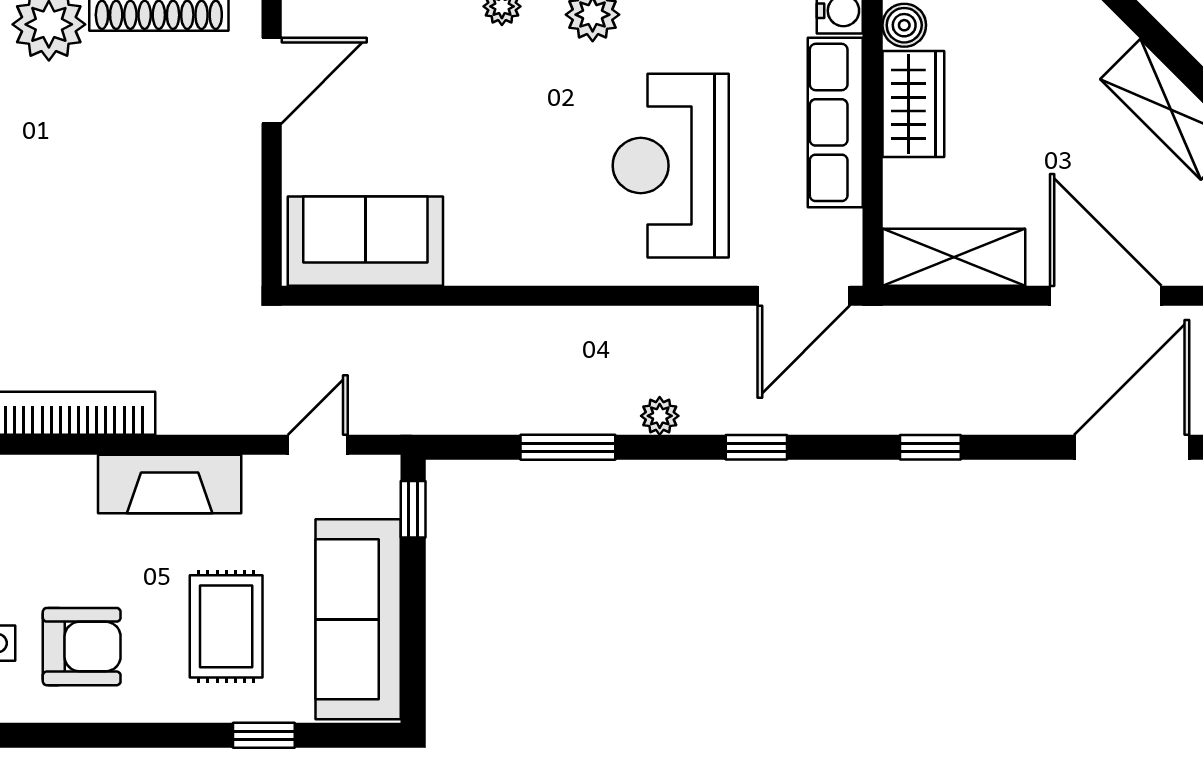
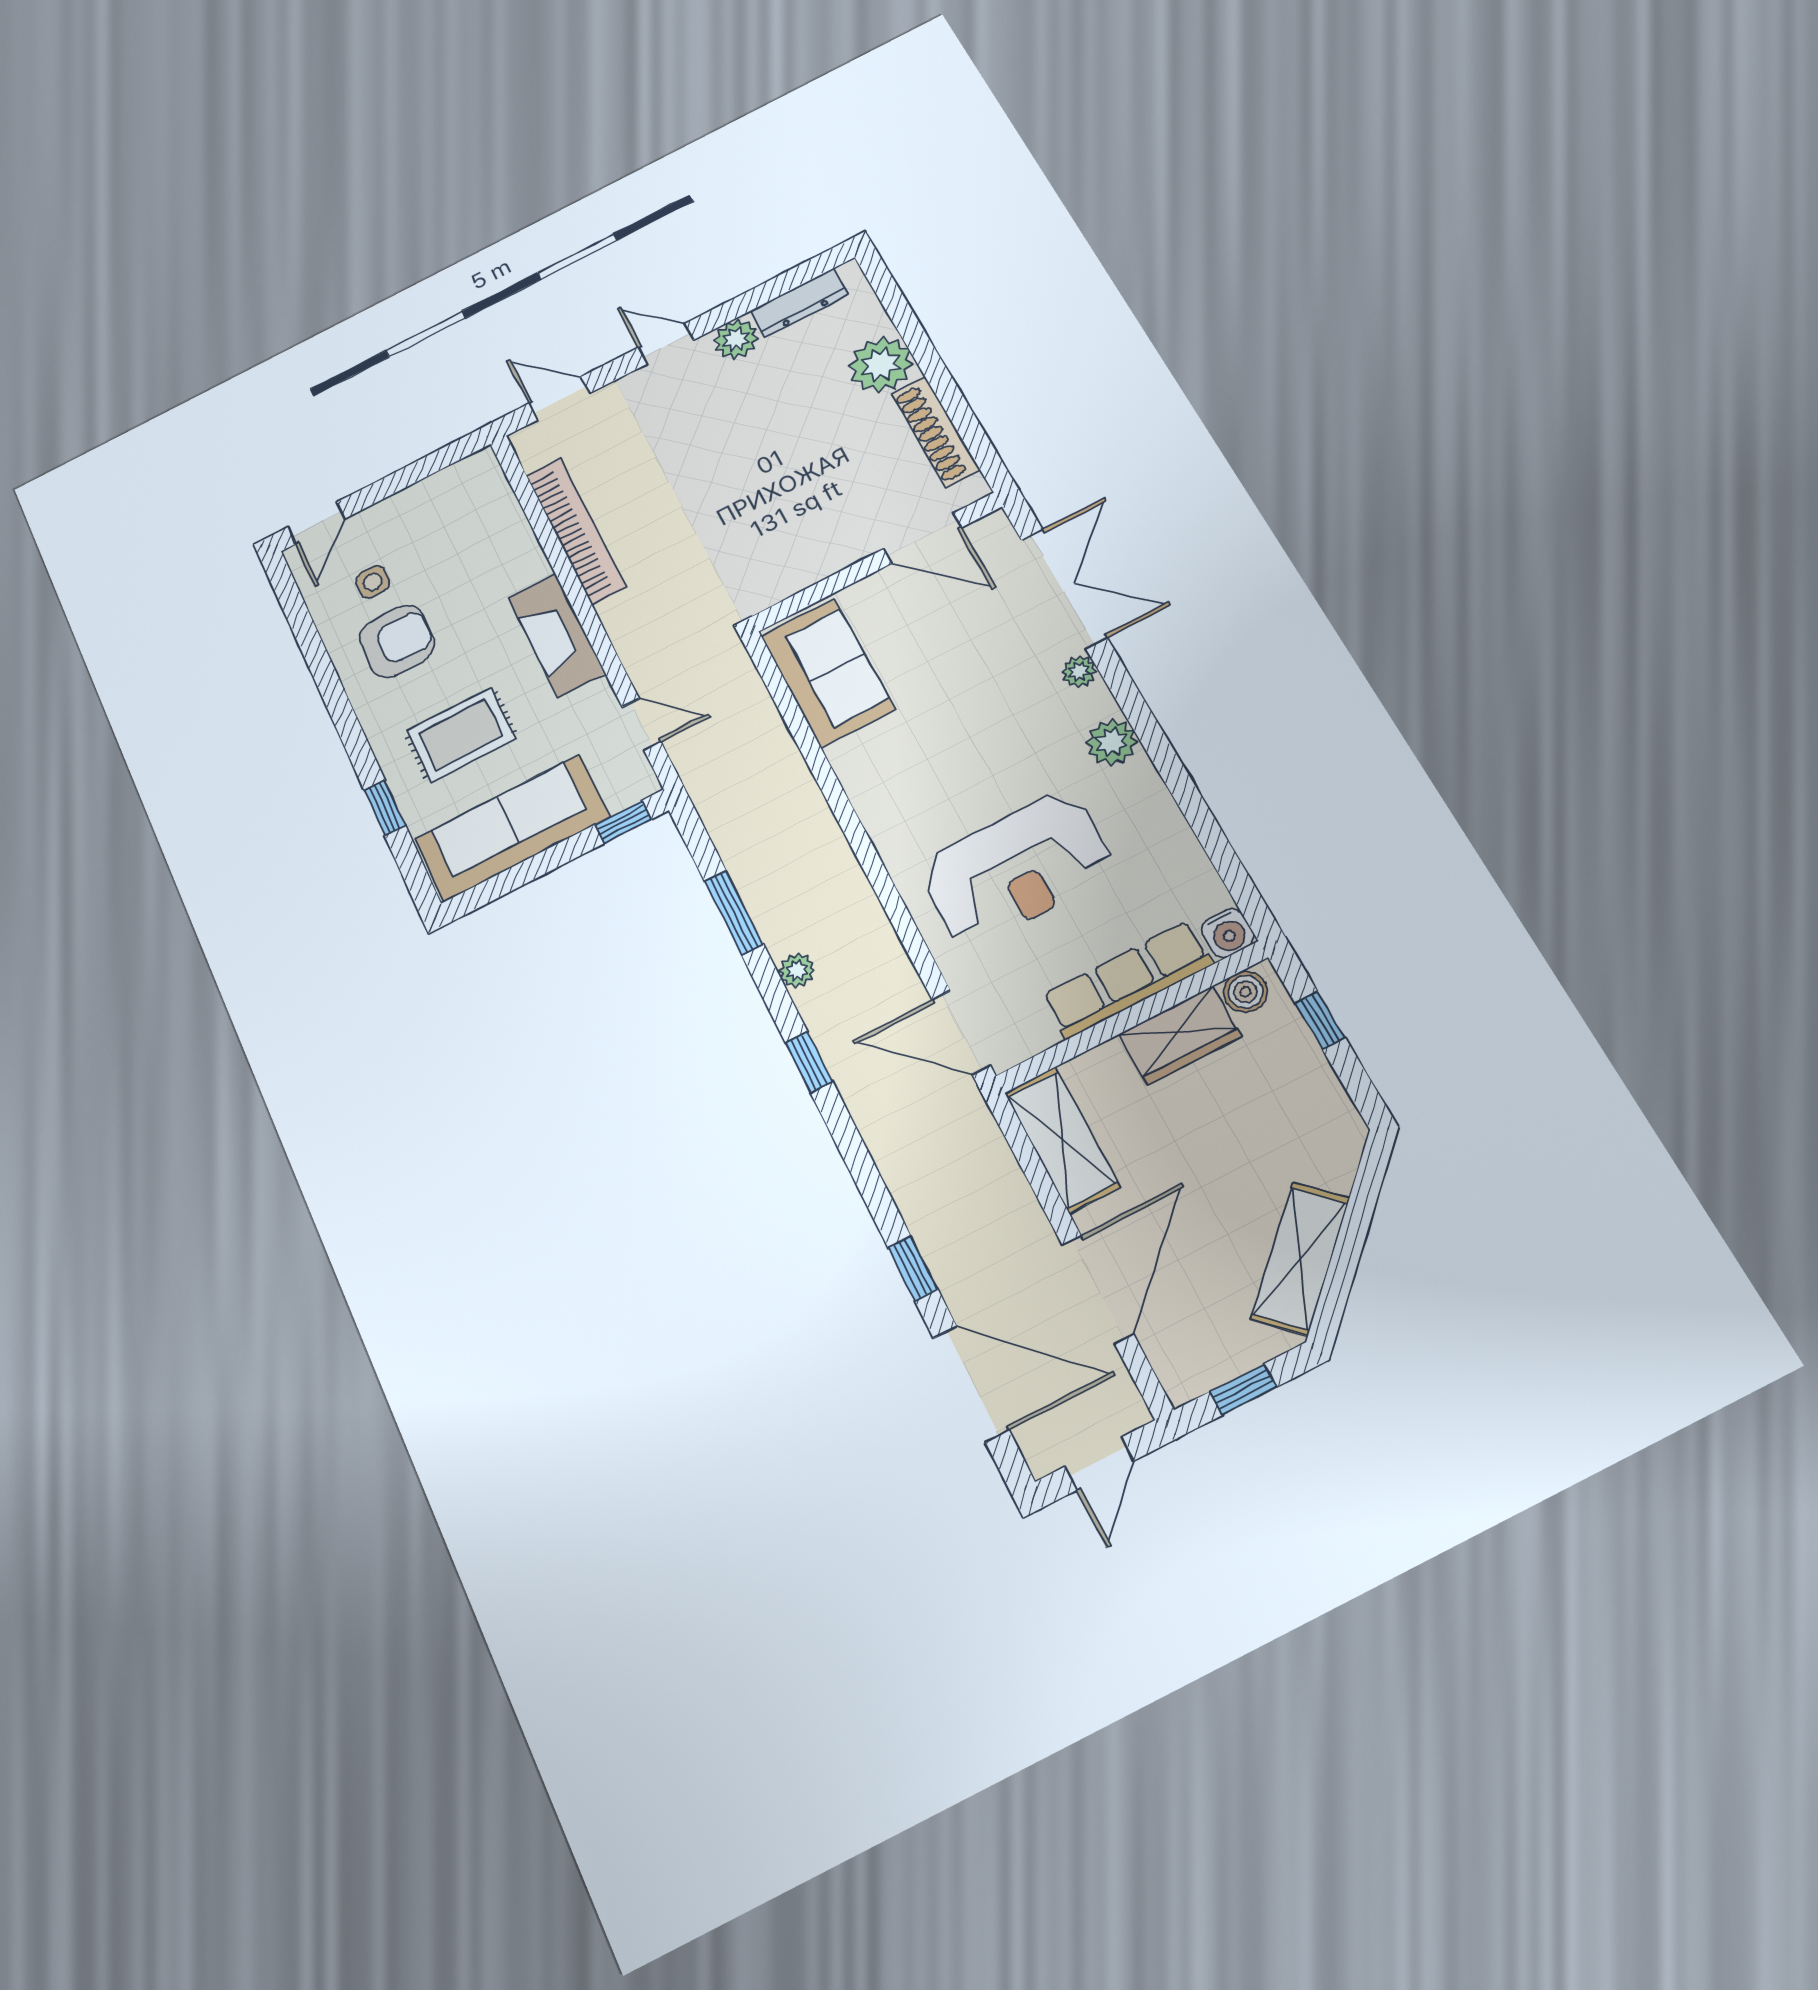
reception desk: (671, 166) -> (1017, 869), turned 180
window: (930, 447) -> (913, 1268), moved
armchair: (82, 647) -> (397, 641), turned -90

